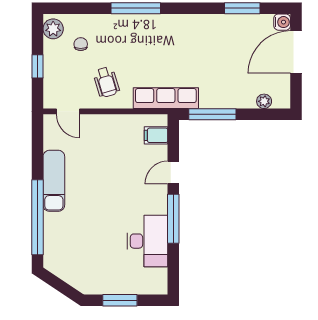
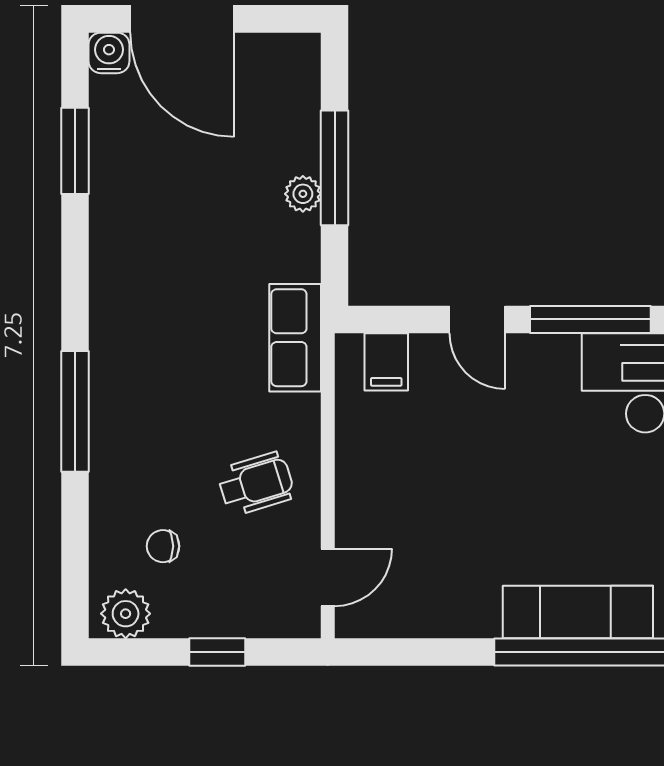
row of seats: (166, 98) -> (295, 338), width x0.68
plant: (264, 101) -> (303, 194), moved
window: (212, 114) -> (335, 168), moved
exam couch: (54, 181) -> (578, 612), moved

